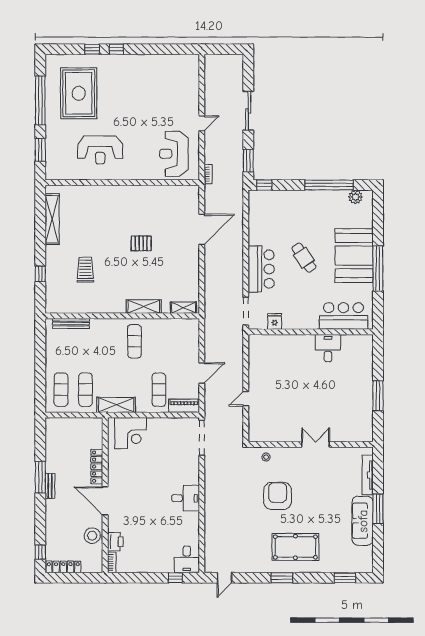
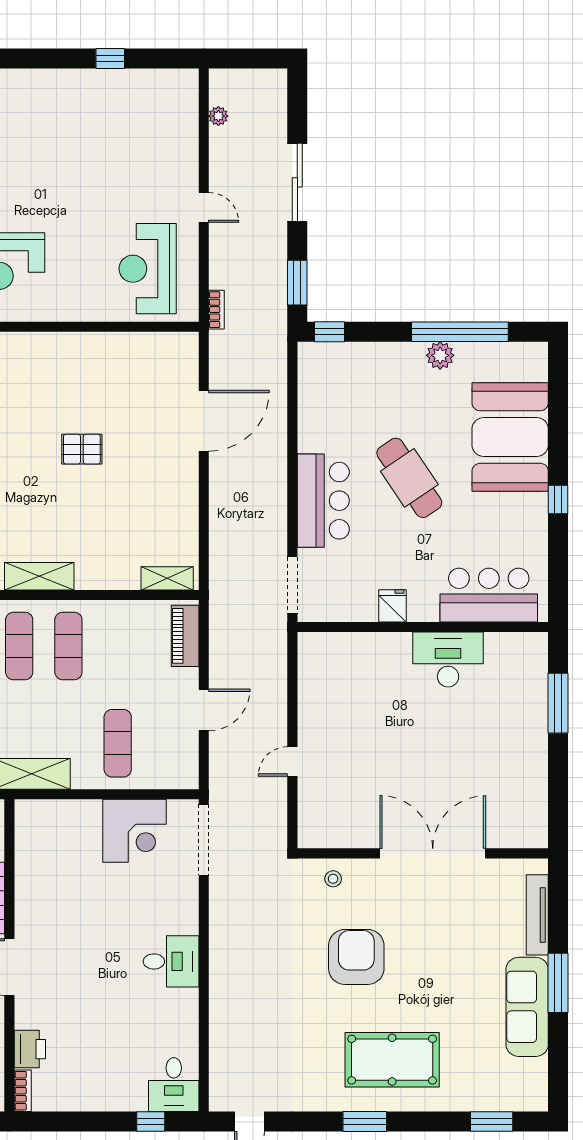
window: (116, 49) -> (110, 59), moved
plant: (209, 78) -> (218, 116), added
door: (202, 123) -> (204, 207), hinge flipped
plant: (355, 197) -> (440, 355), moved
booth: (354, 256) -> (510, 437), moved
cafe table: (304, 258) -> (409, 478), width x1.37, depth x1.35
window: (378, 269) -> (558, 500), width x0.32
shelving: (144, 307) -> (39, 576), moved
fridge: (275, 321) -> (392, 606), moved
exercise mat: (110, 341) -> (19, 646), added
desk: (328, 348) -> (448, 659), width x1.37
window: (378, 396) -> (558, 703), moved
piano: (184, 406) -> (185, 636), moved, turned -90
corner desk: (131, 433) -> (134, 831), moved
double door: (316, 444) -> (433, 853), width x1.87

